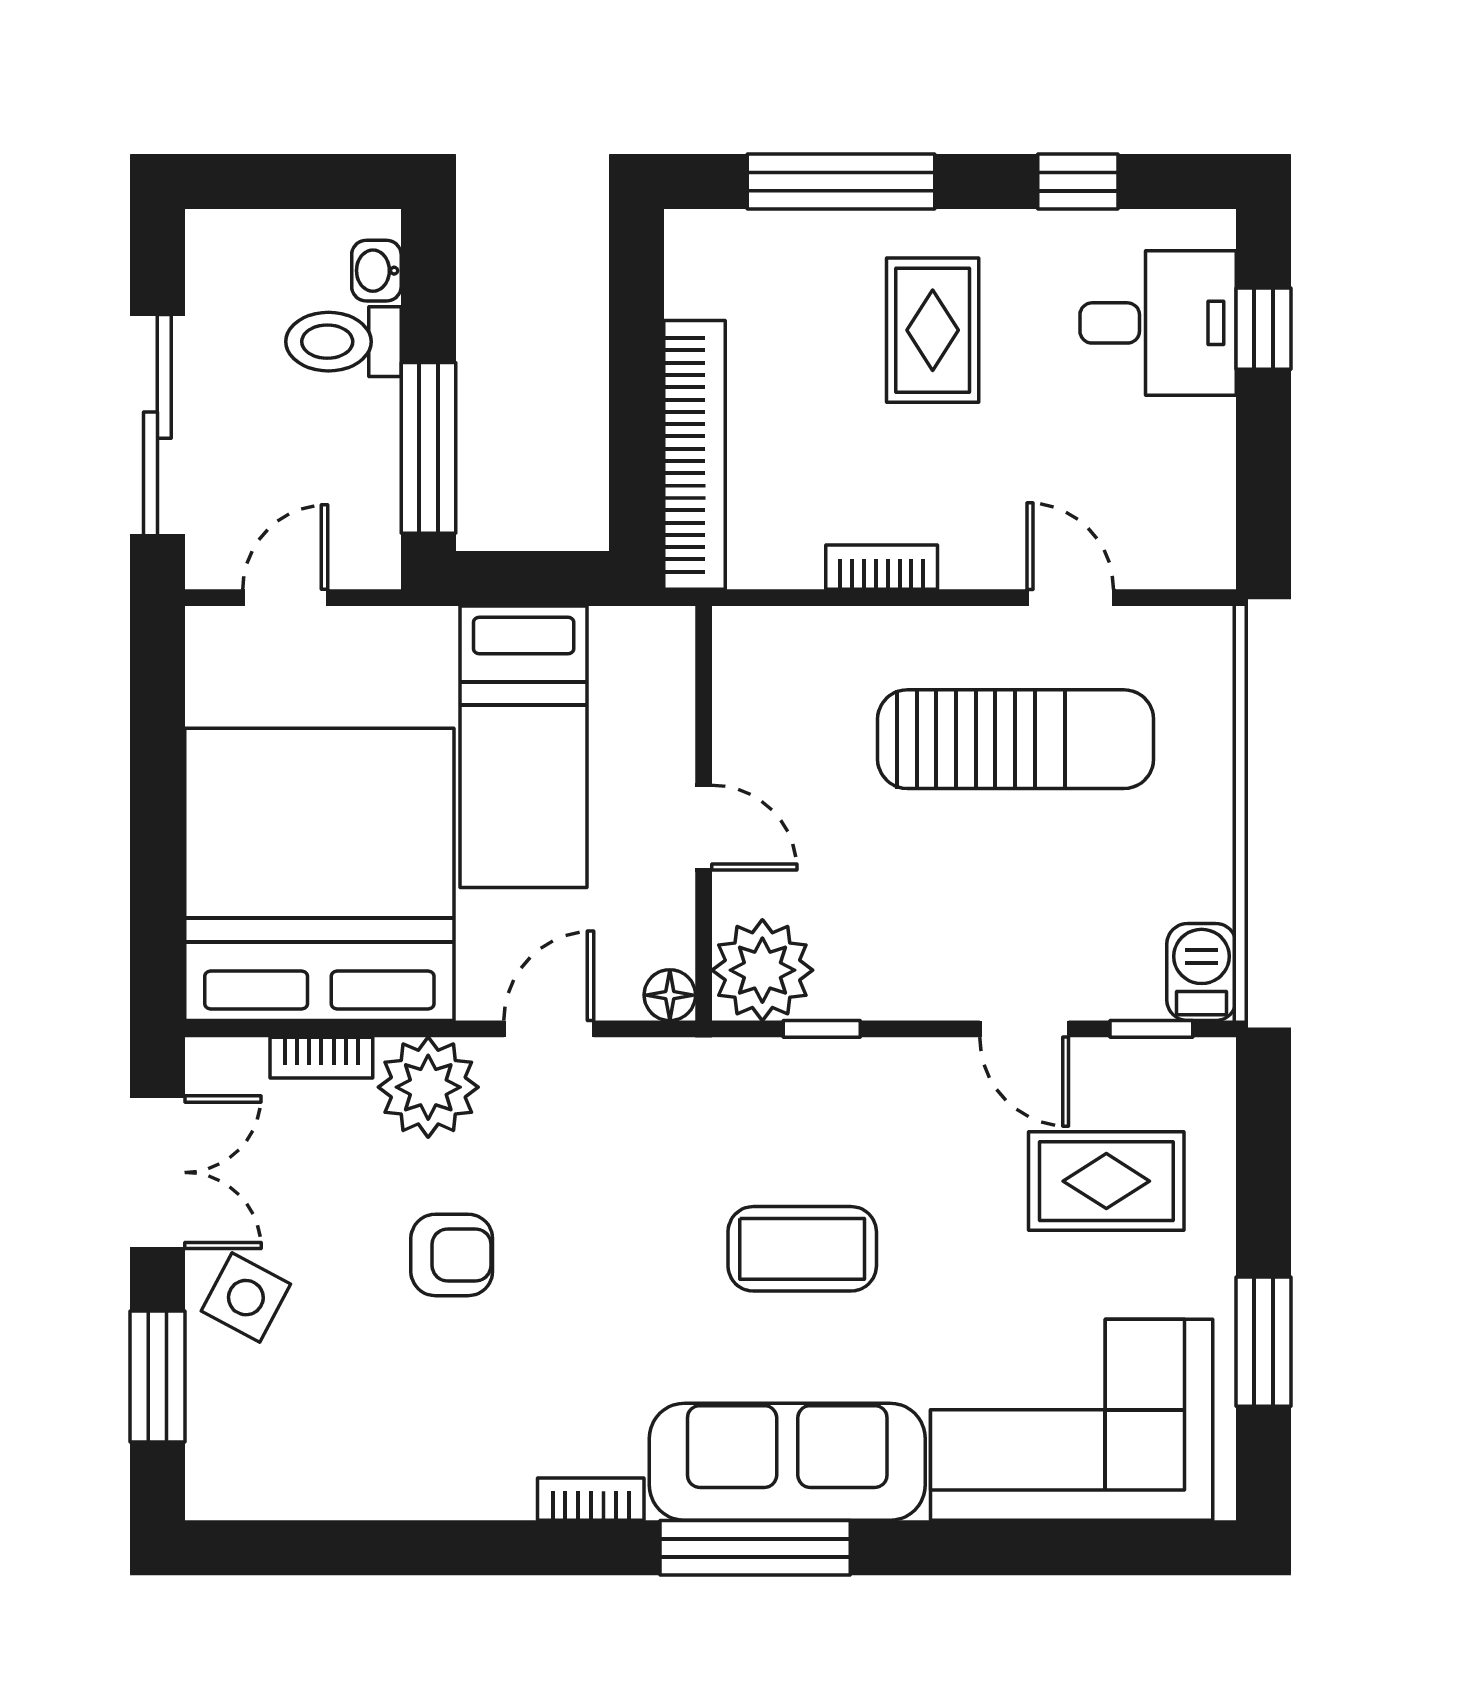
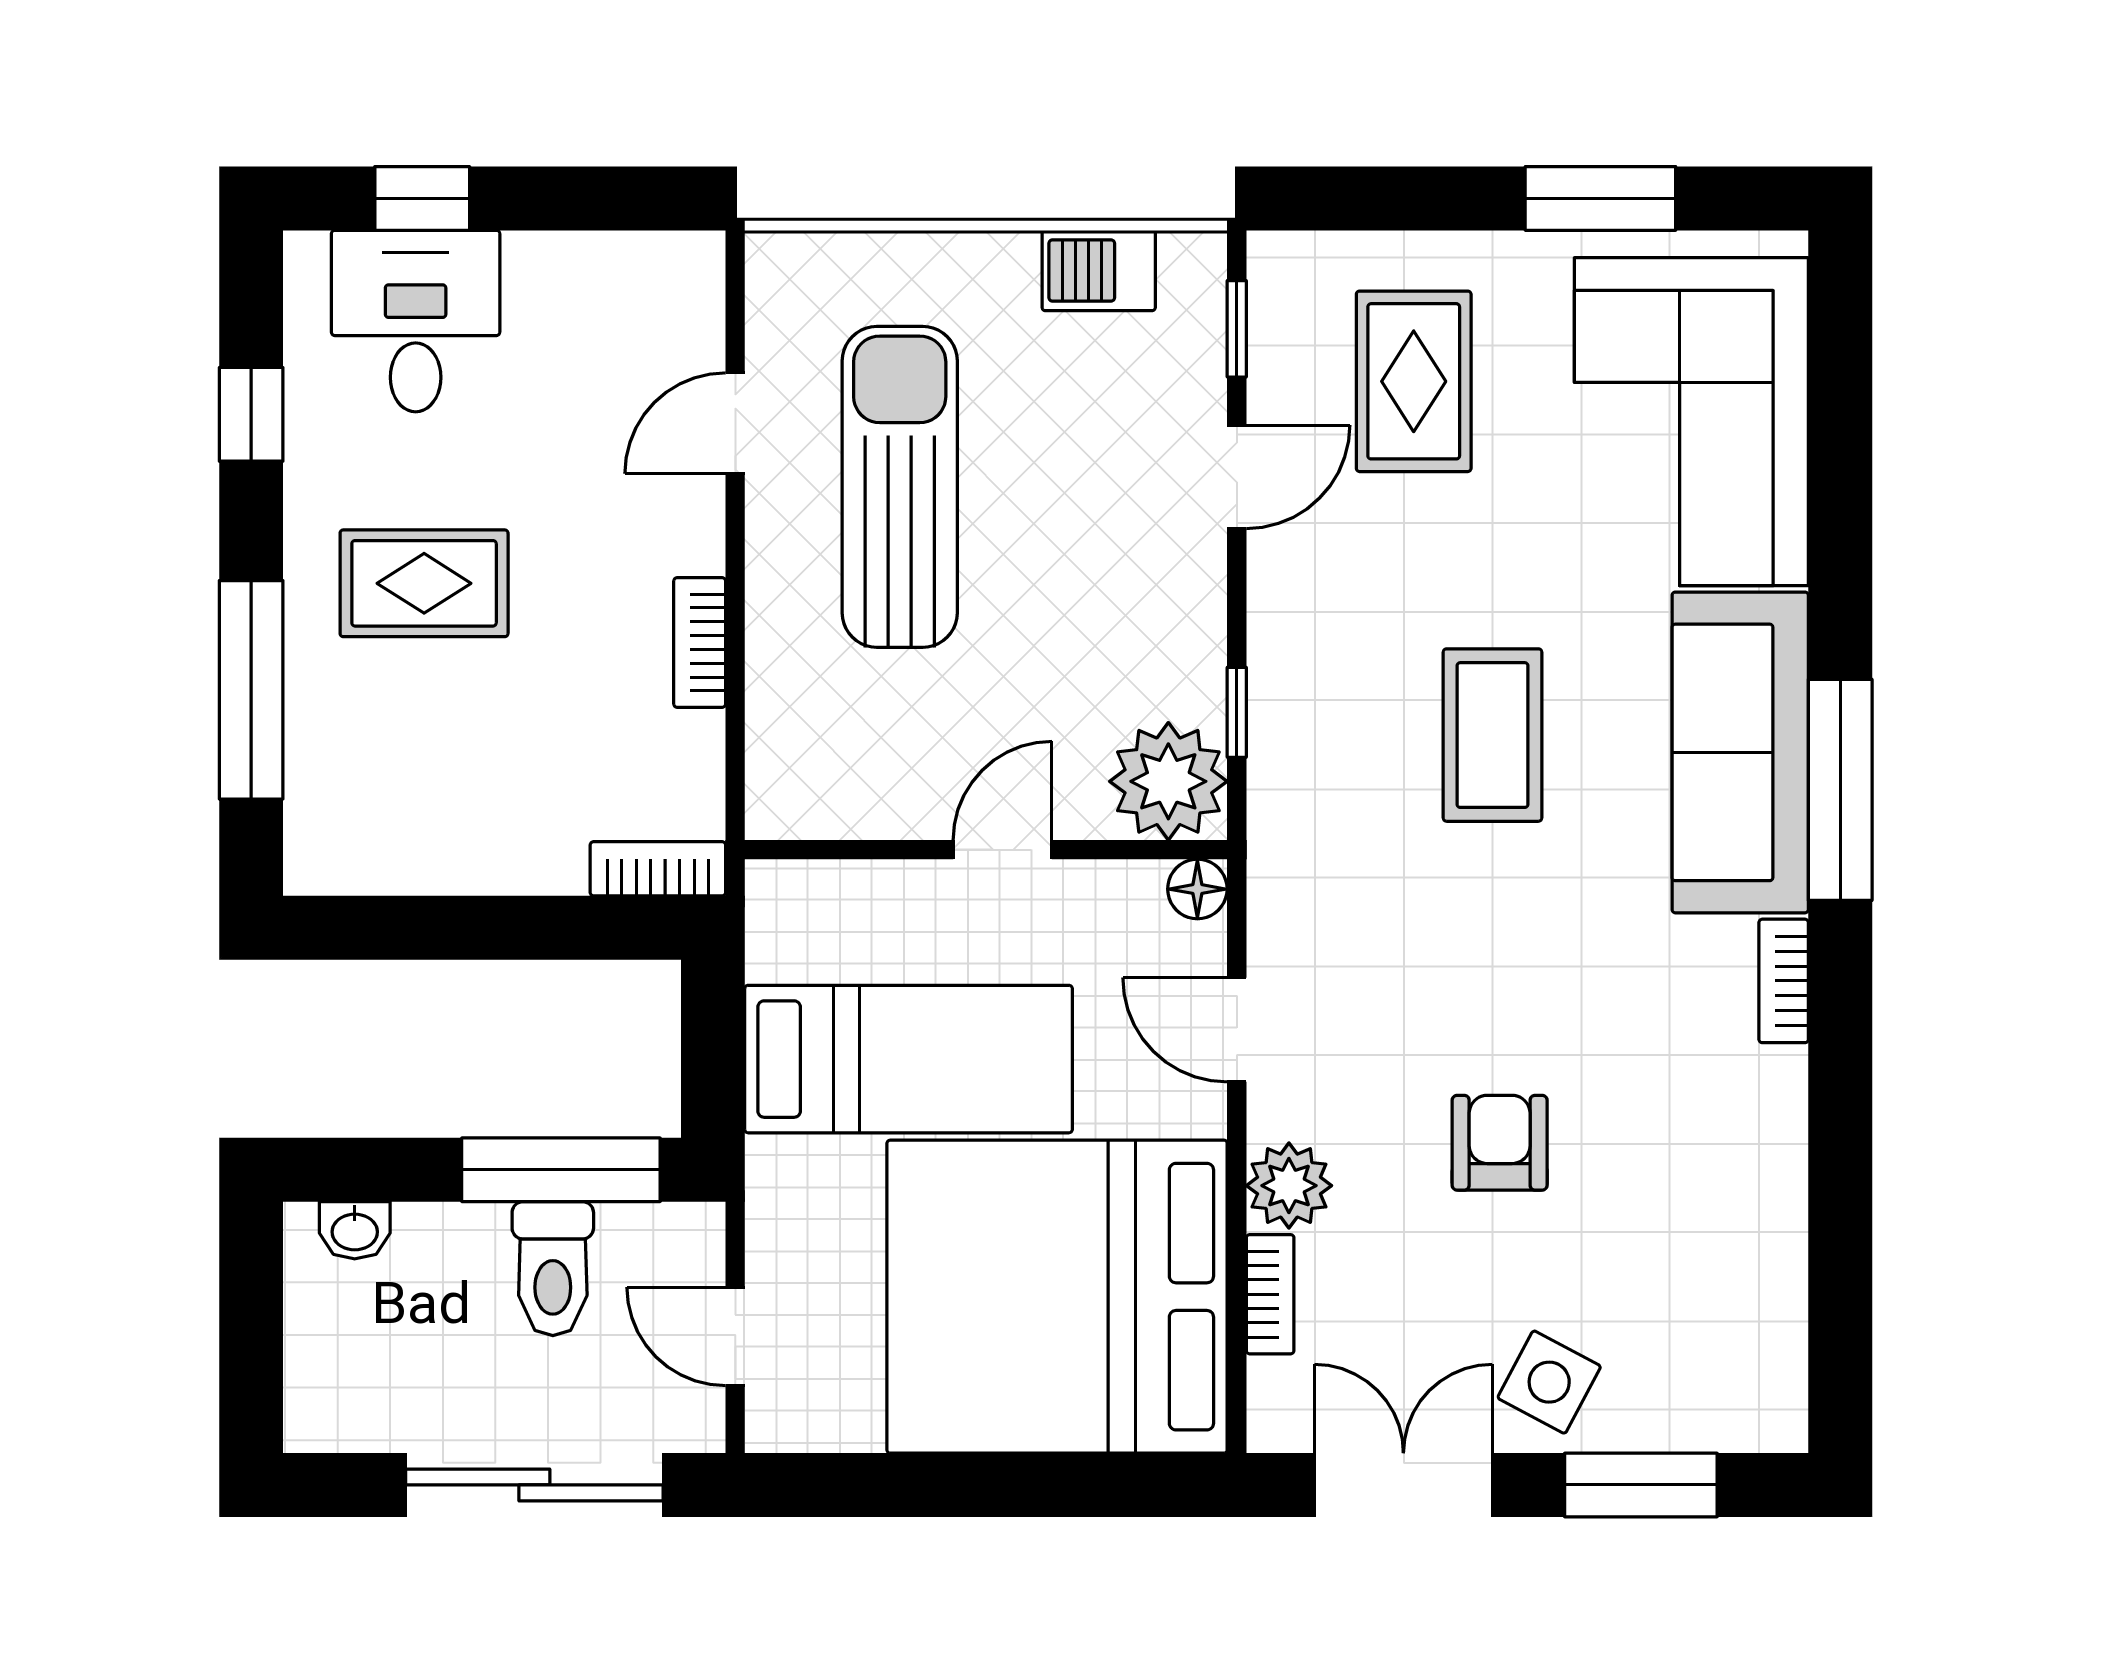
toilet: (343, 342) -> (553, 1269), moved
bookcase: (694, 455) -> (658, 869), width x0.43, depth x0.76
barbecue: (1202, 972) -> (1099, 271), moved
plant: (428, 1087) -> (1289, 1186), width x0.73, depth x0.73

